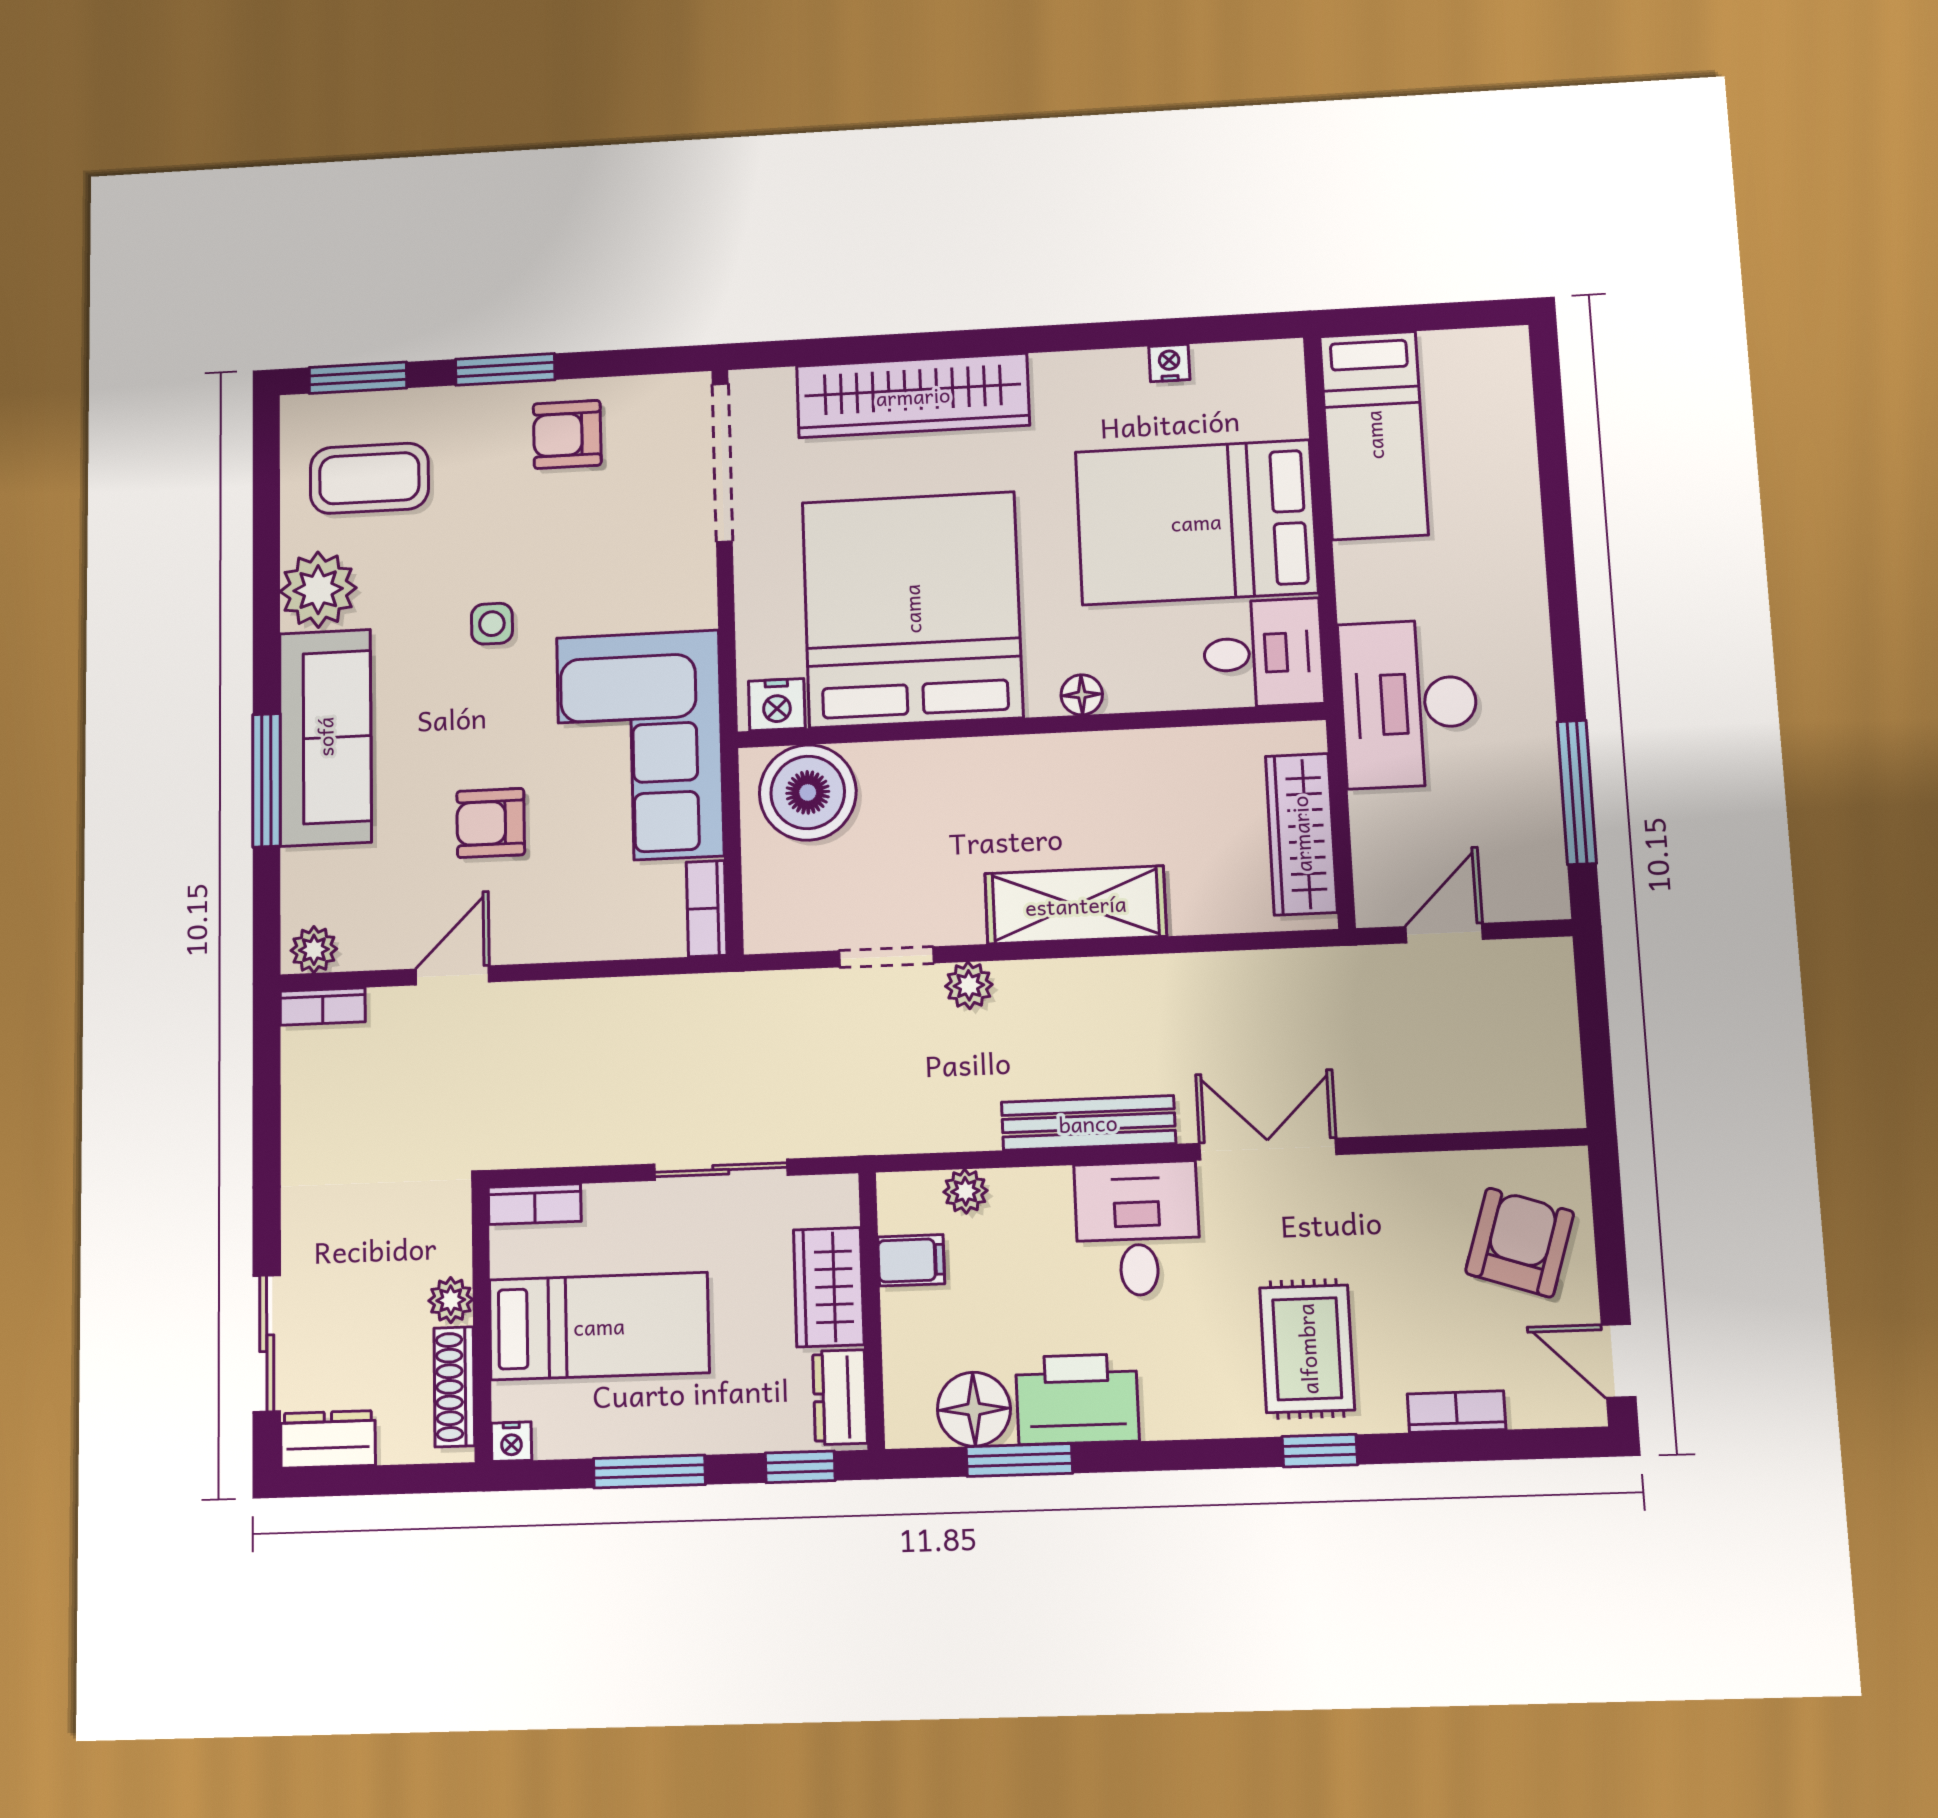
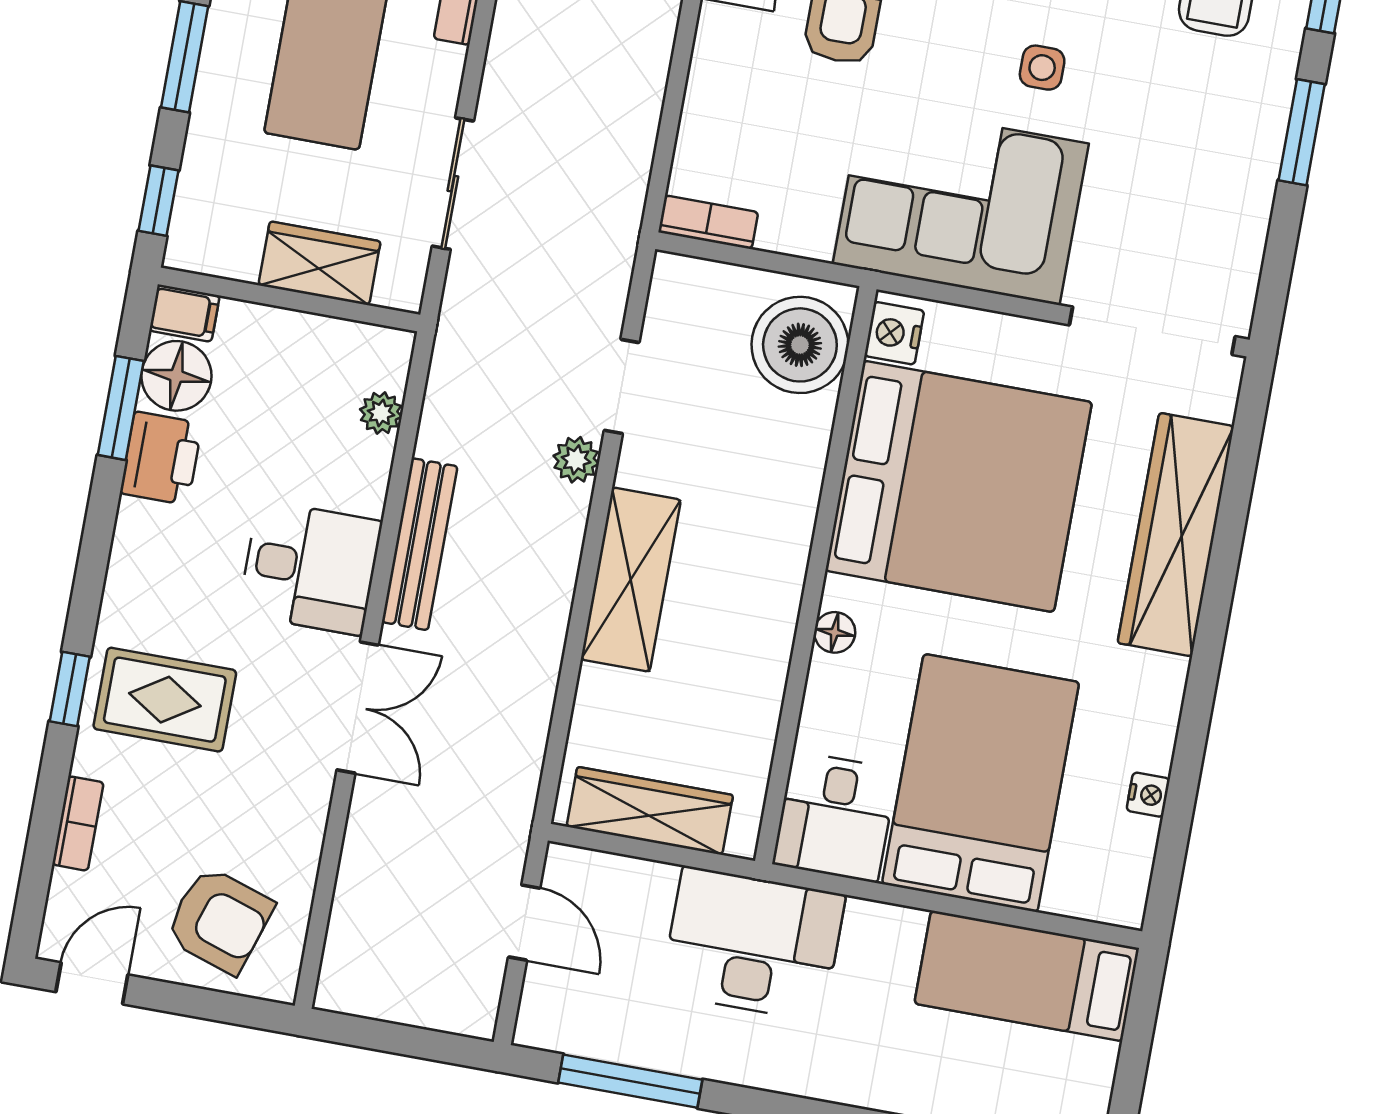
armchair: (567, 434) -> (1219, 181), removed
corner sofa: (640, 746) -> (961, 204), moved
filing cabinet: (911, 1260) -> (184, 313), moved, turned -90
dresser: (840, 1397) -> (215, 252), removed
printer: (1077, 1399) -> (161, 458), width x0.73, depth x0.84

